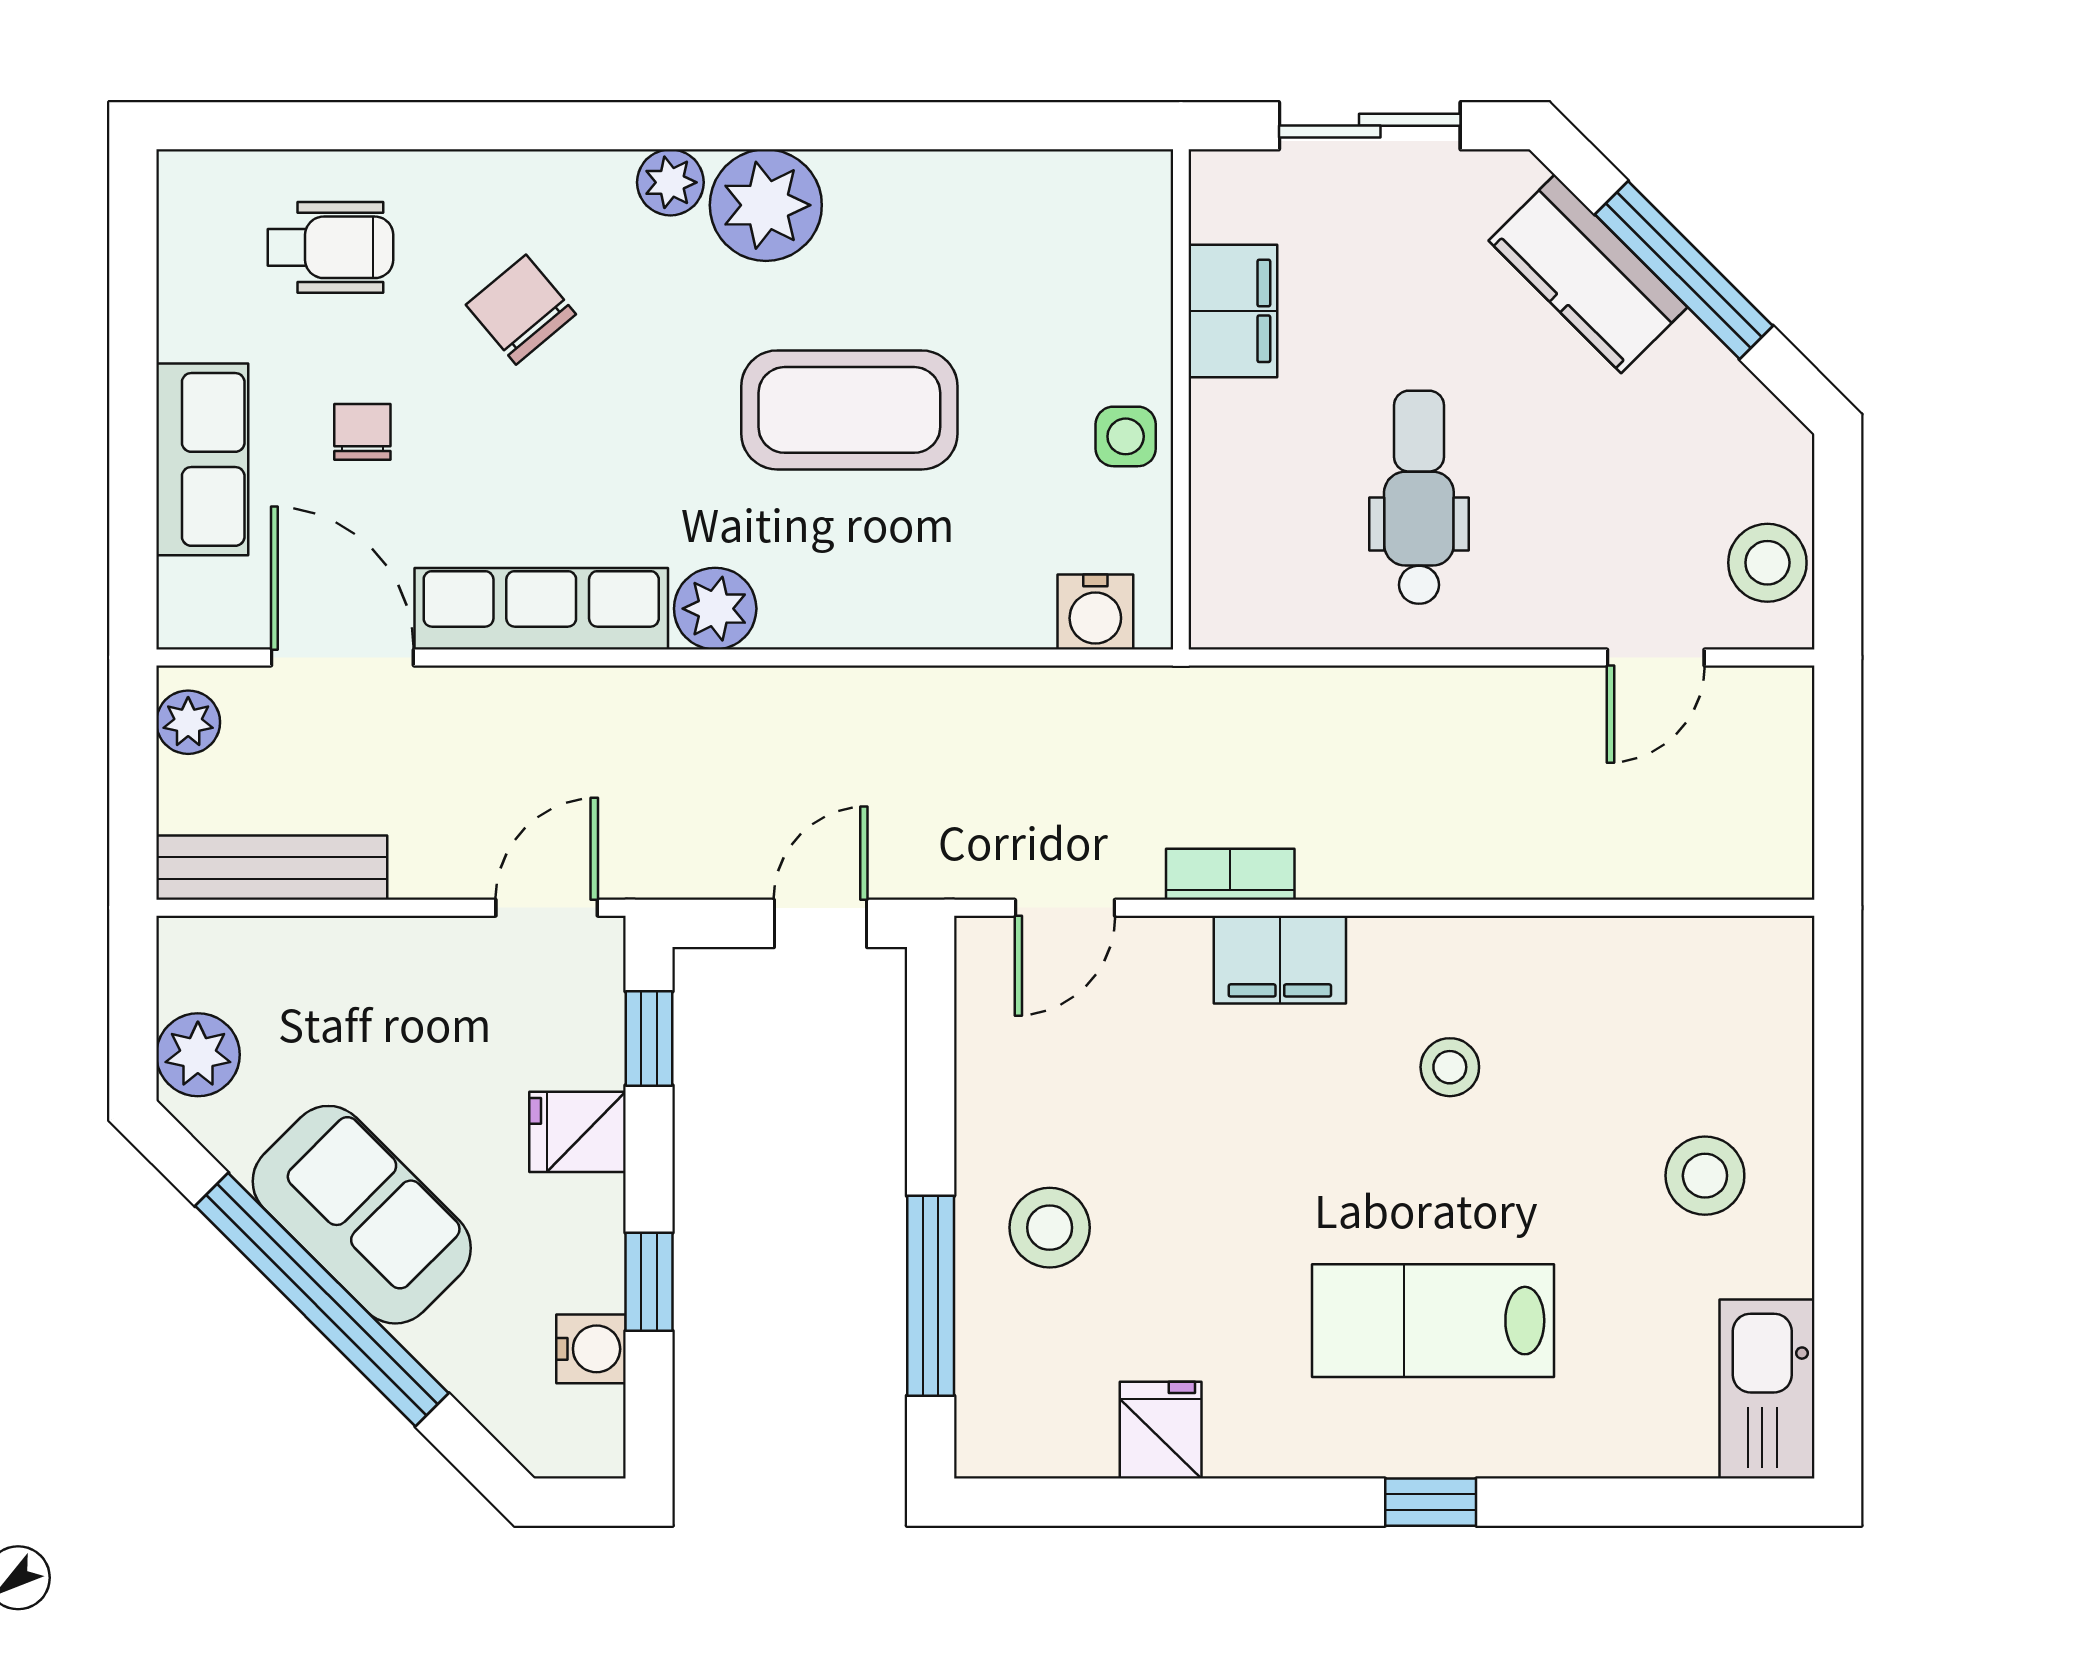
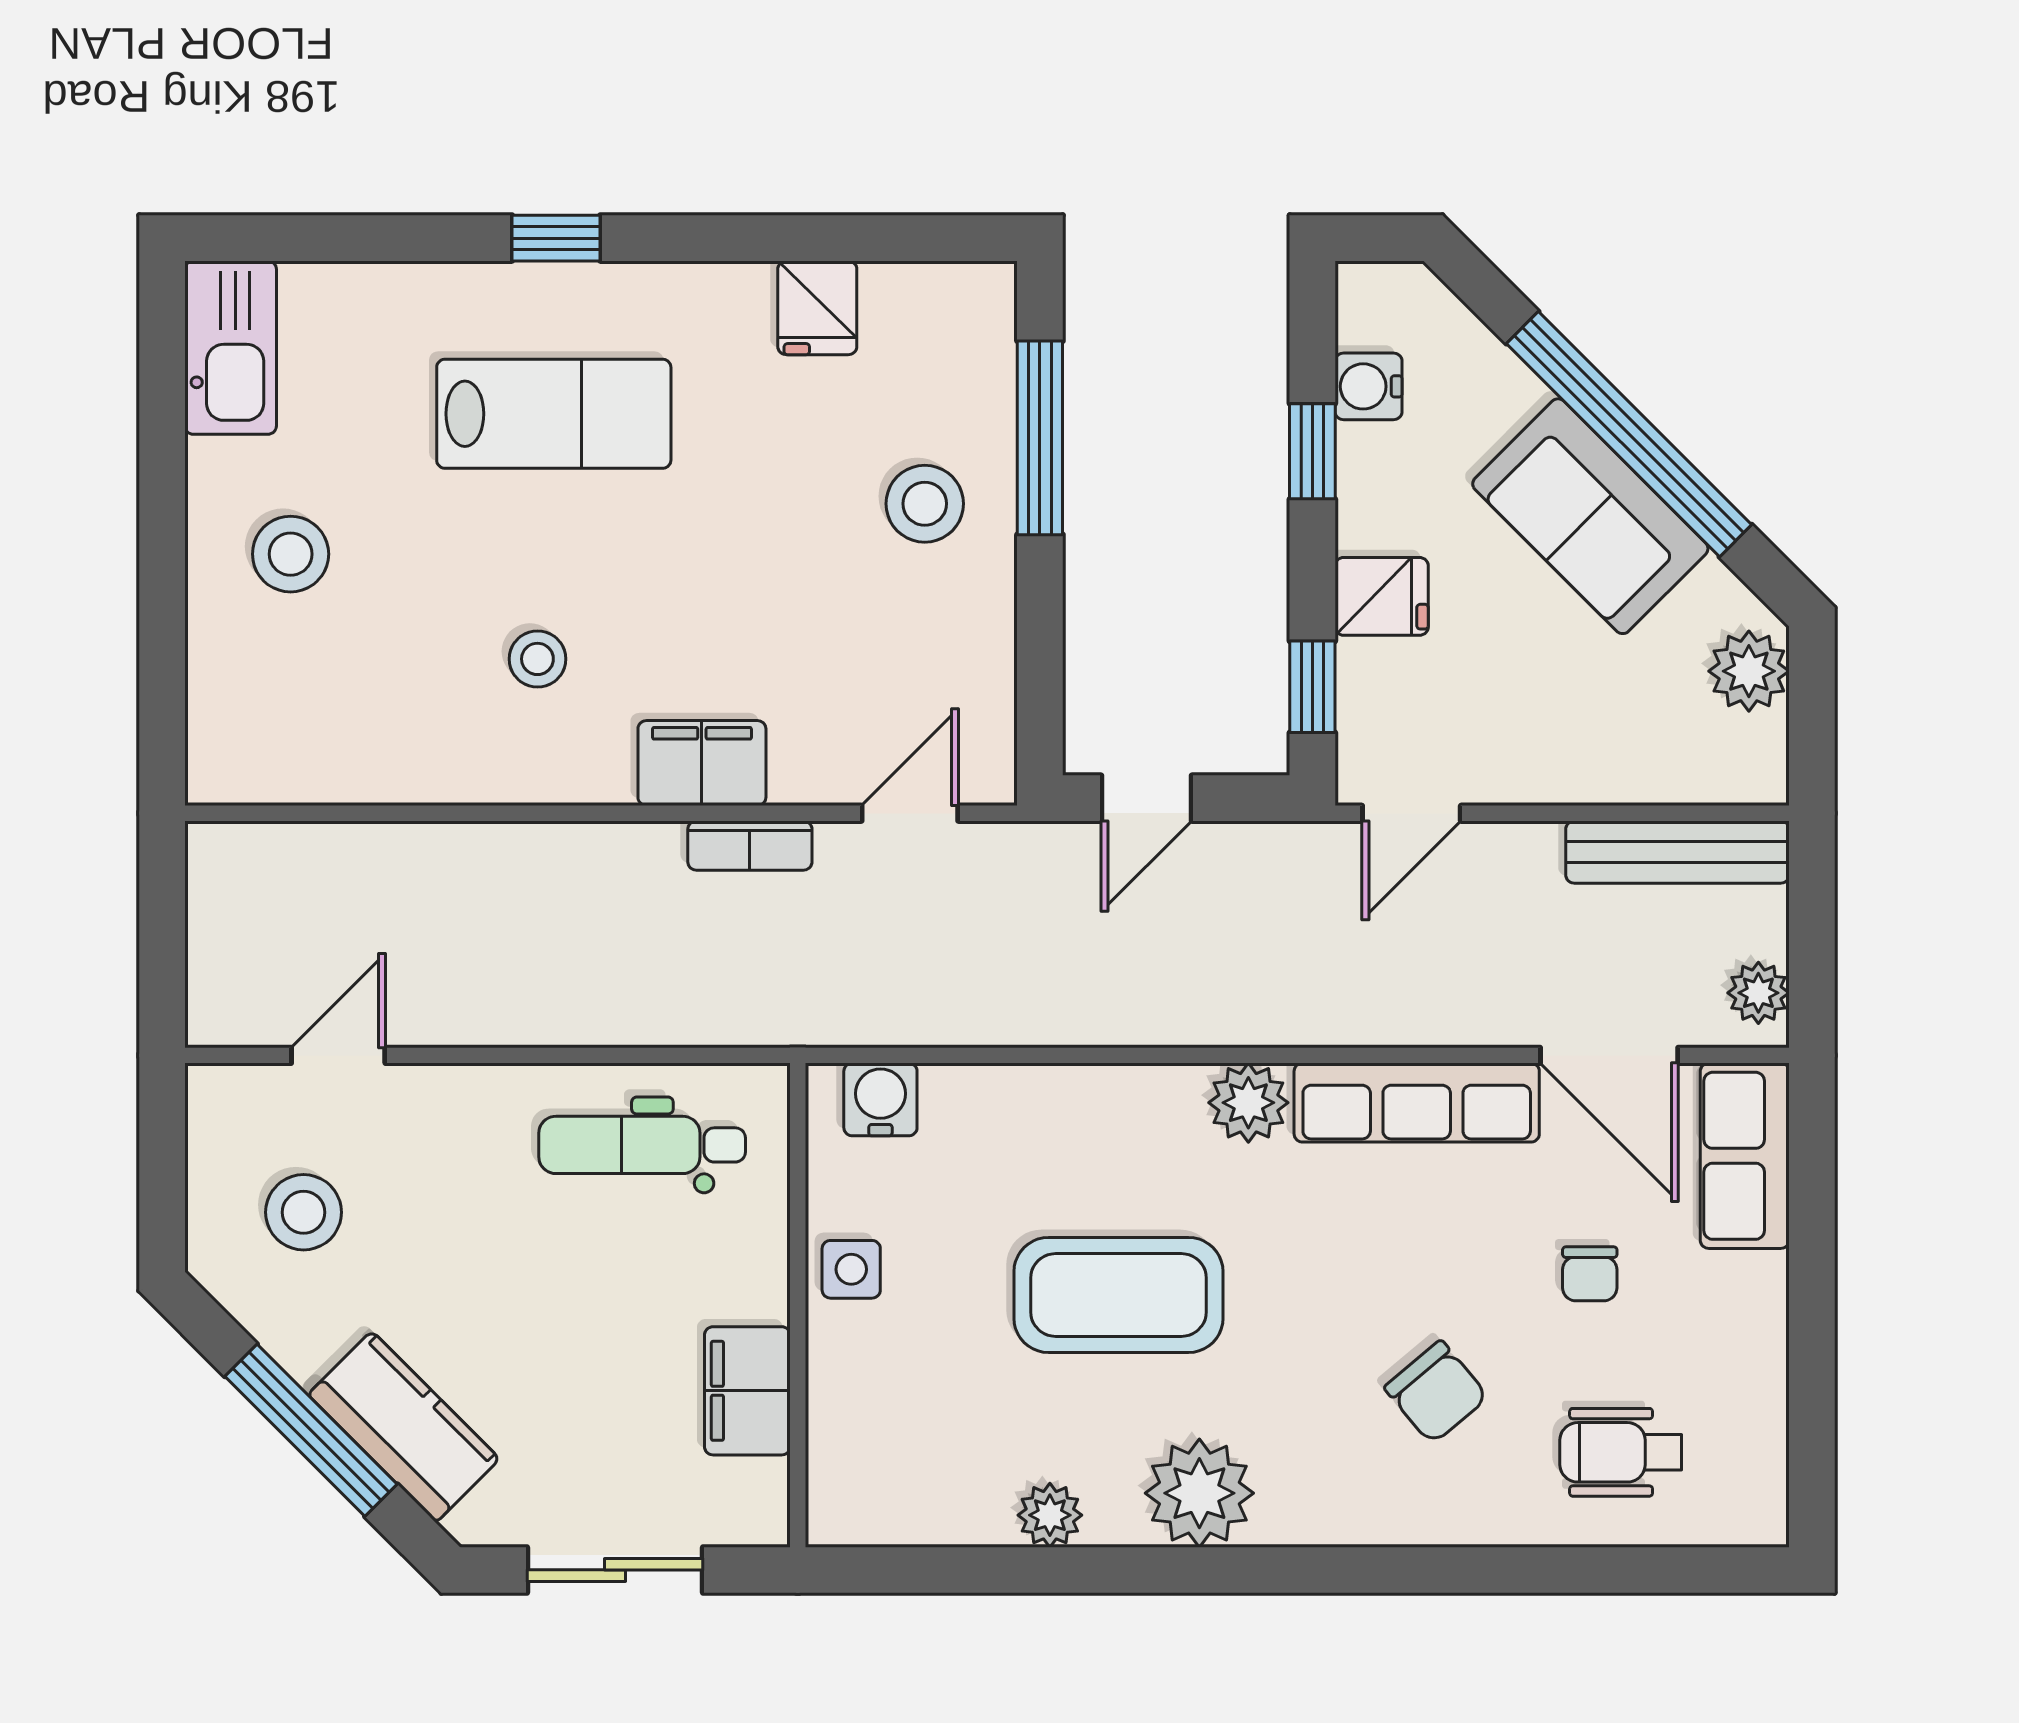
plant: (670, 182) -> (1050, 1515), moved
row of seats: (202, 459) -> (1745, 1156), moved
dental chair: (1419, 497) -> (642, 1145), moved, turned 90
stool: (1767, 563) -> (304, 1212), moved

